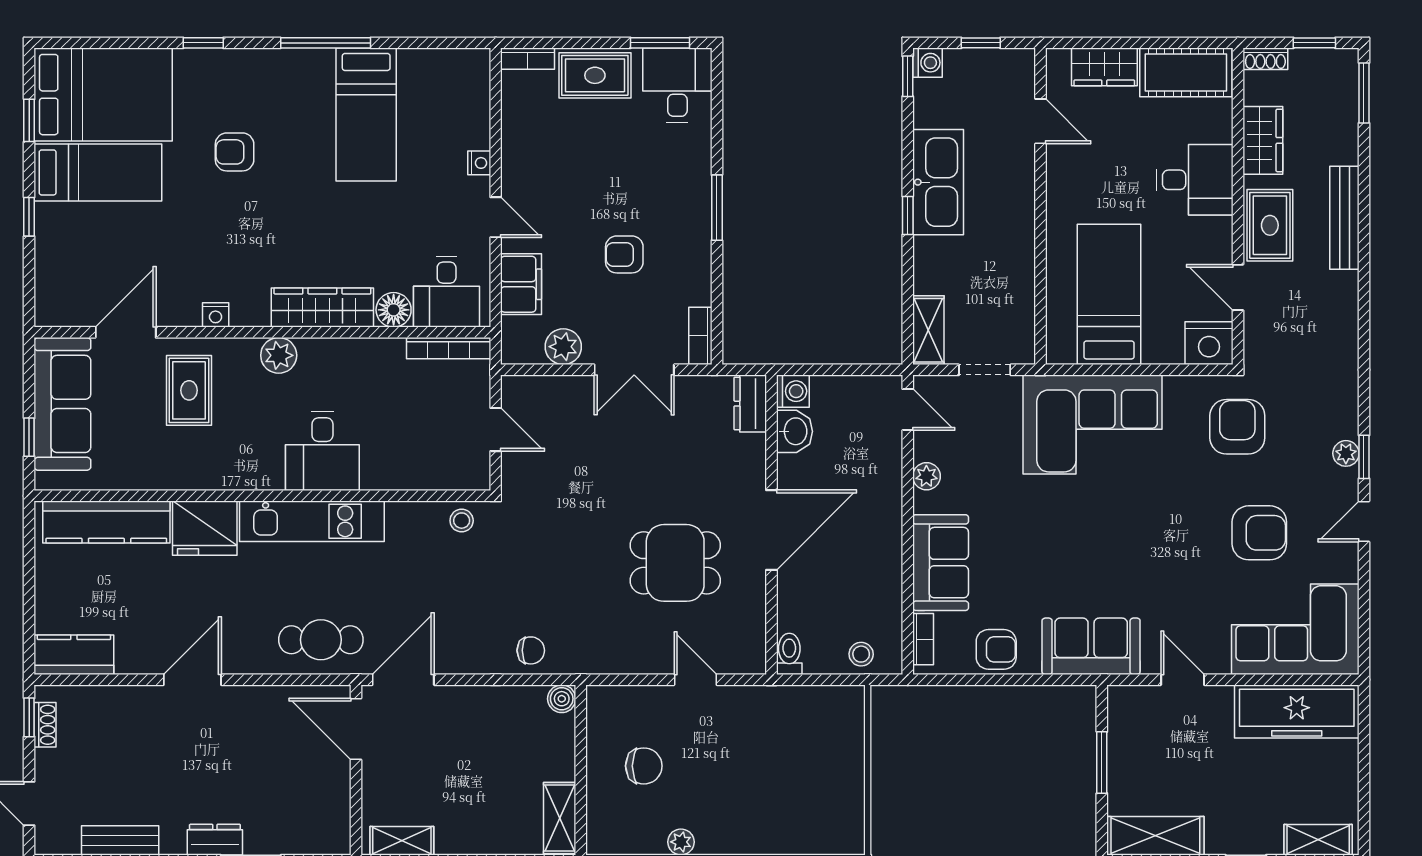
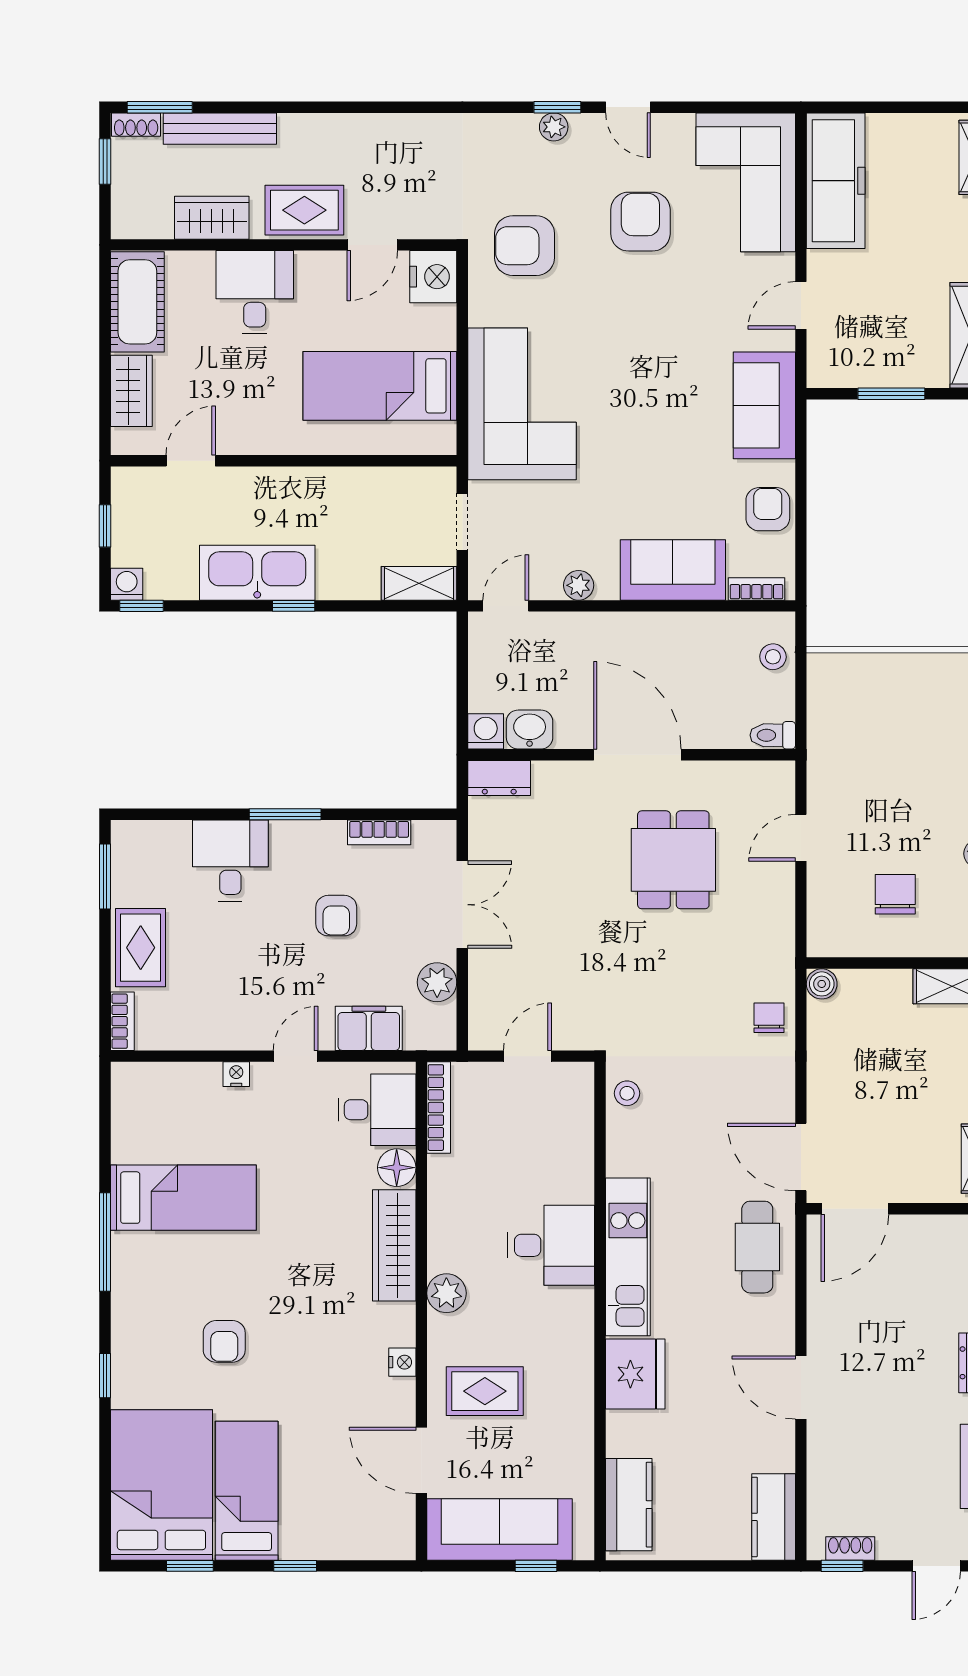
shoe rack: (1265, 59) -> (136, 125), moved, turned 90
desk: (677, 85) -> (230, 860), moved, turned 90
bench: (1344, 218) -> (220, 129), moved
bookcase: (700, 336) -> (379, 832), moved
kitchen counter: (106, 522) -> (629, 1505), width x0.67

